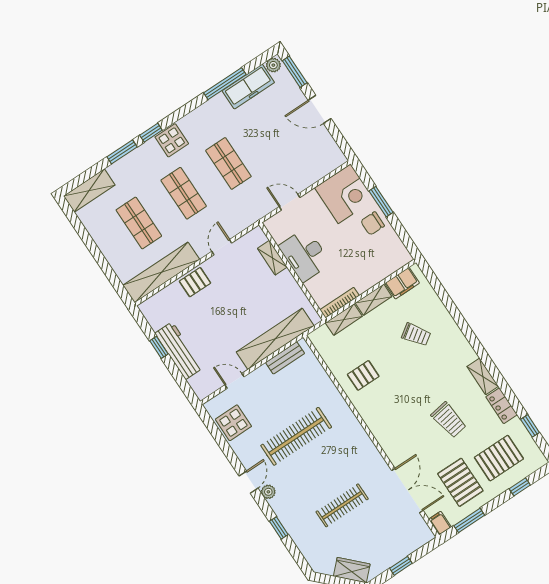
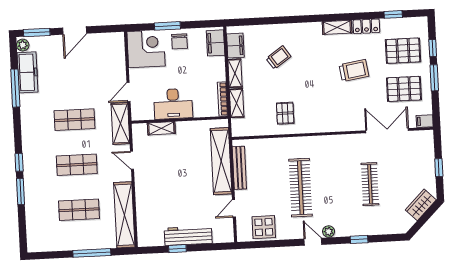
display table: (172, 140) -> (34, 151), removed
shelving: (89, 191) -> (120, 124), moved
filing cabinet: (393, 261) -> (216, 43), added
window: (102, 262) -> (92, 253), added
pallet: (195, 282) -> (146, 195), removed
bench: (285, 358) -> (239, 168), width x1.36
pallet: (499, 458) -> (403, 51), turned 90
window: (469, 520) -> (434, 78), moved

